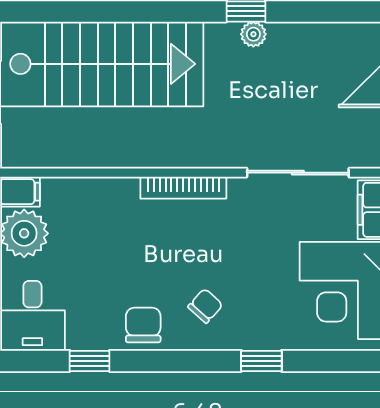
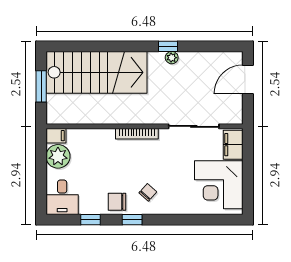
chair: (143, 325) -> (117, 202), turned -90
window: (261, 361) -> (132, 220), moved

